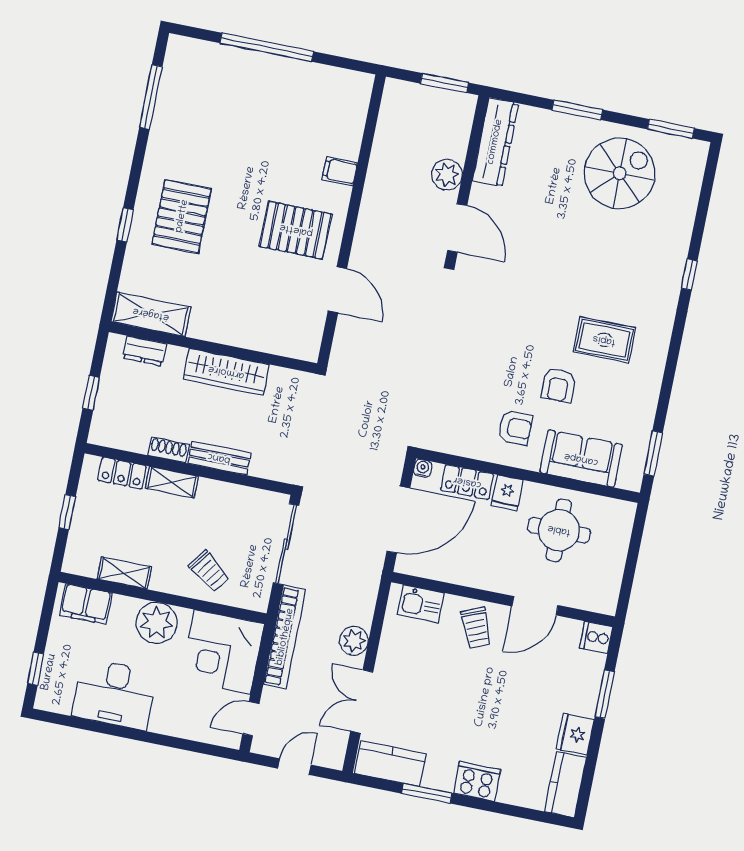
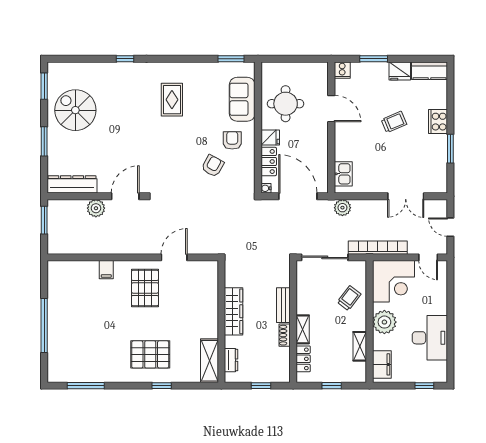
armchair: (558, 385) -> (213, 166), moved, turned -61
trolley: (476, 628) -> (394, 122), moved
plant: (354, 641) -> (342, 208), moved
kitchen counter: (390, 763) -> (438, 173), removed

